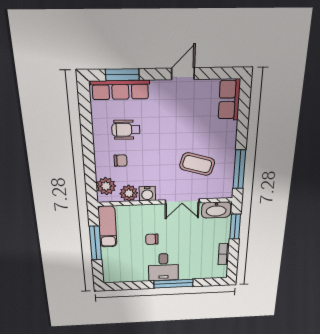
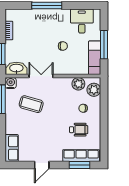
water cooler: (147, 194) -> (11, 83), moved
desk: (163, 267) -> (82, 21), moved

